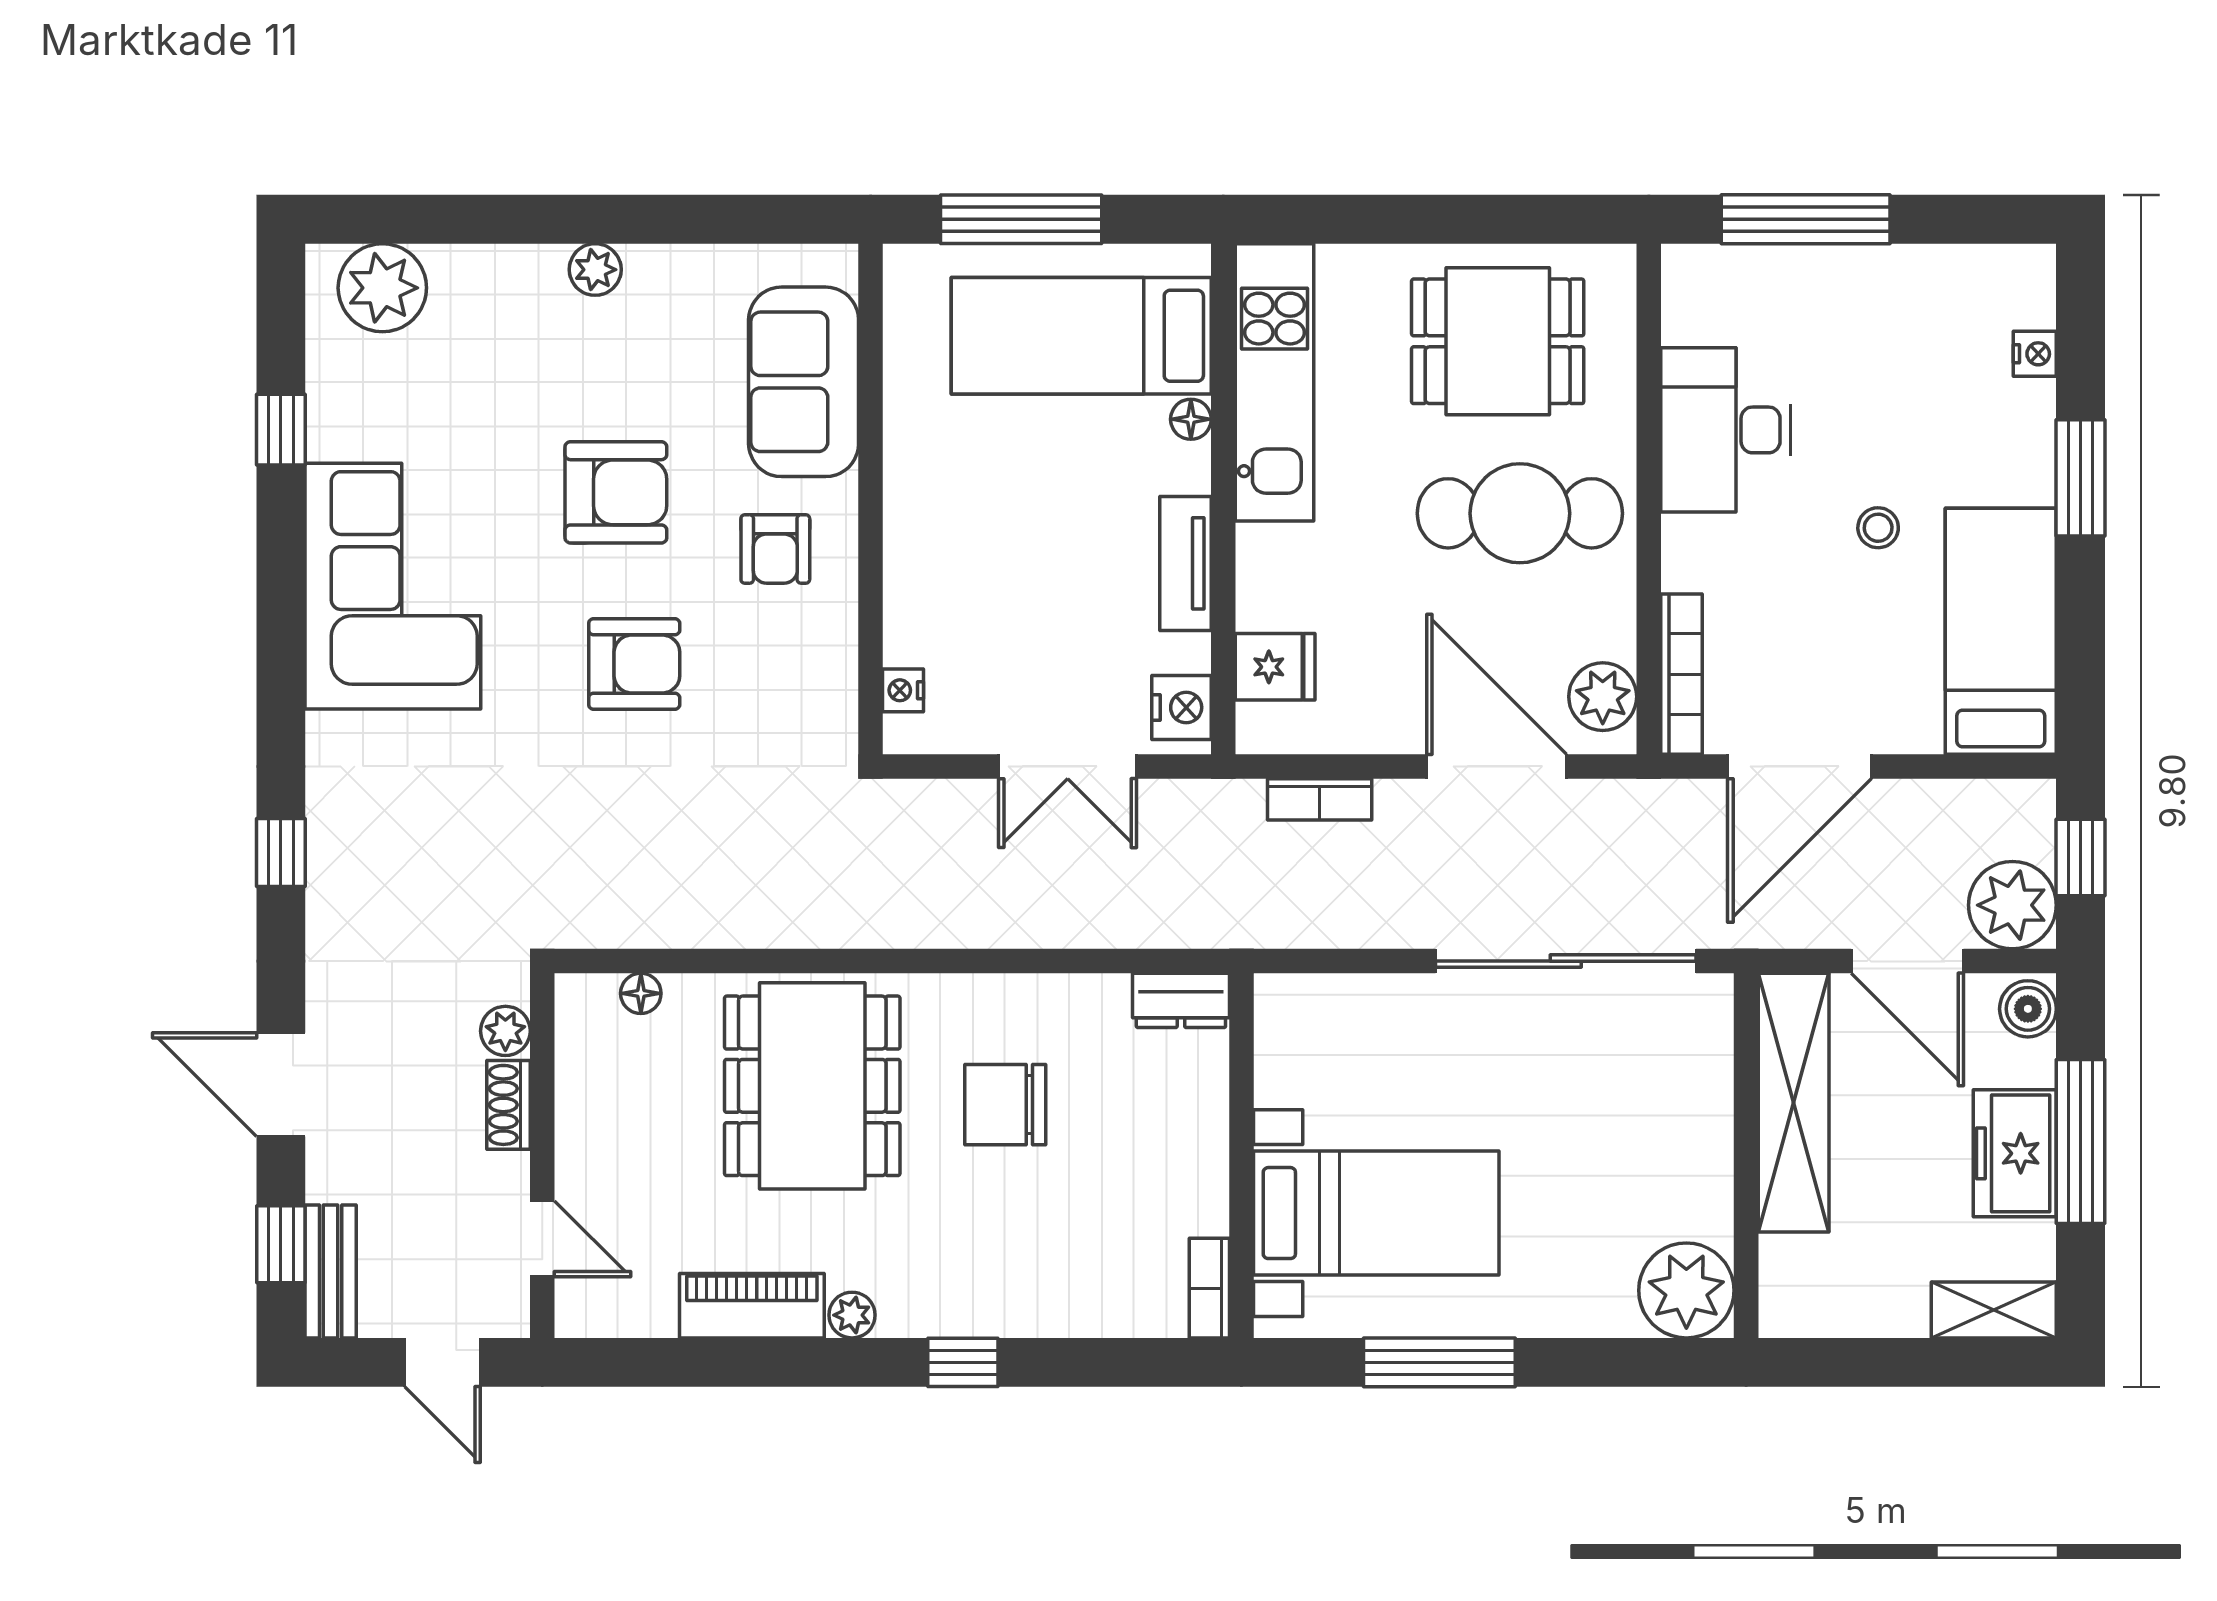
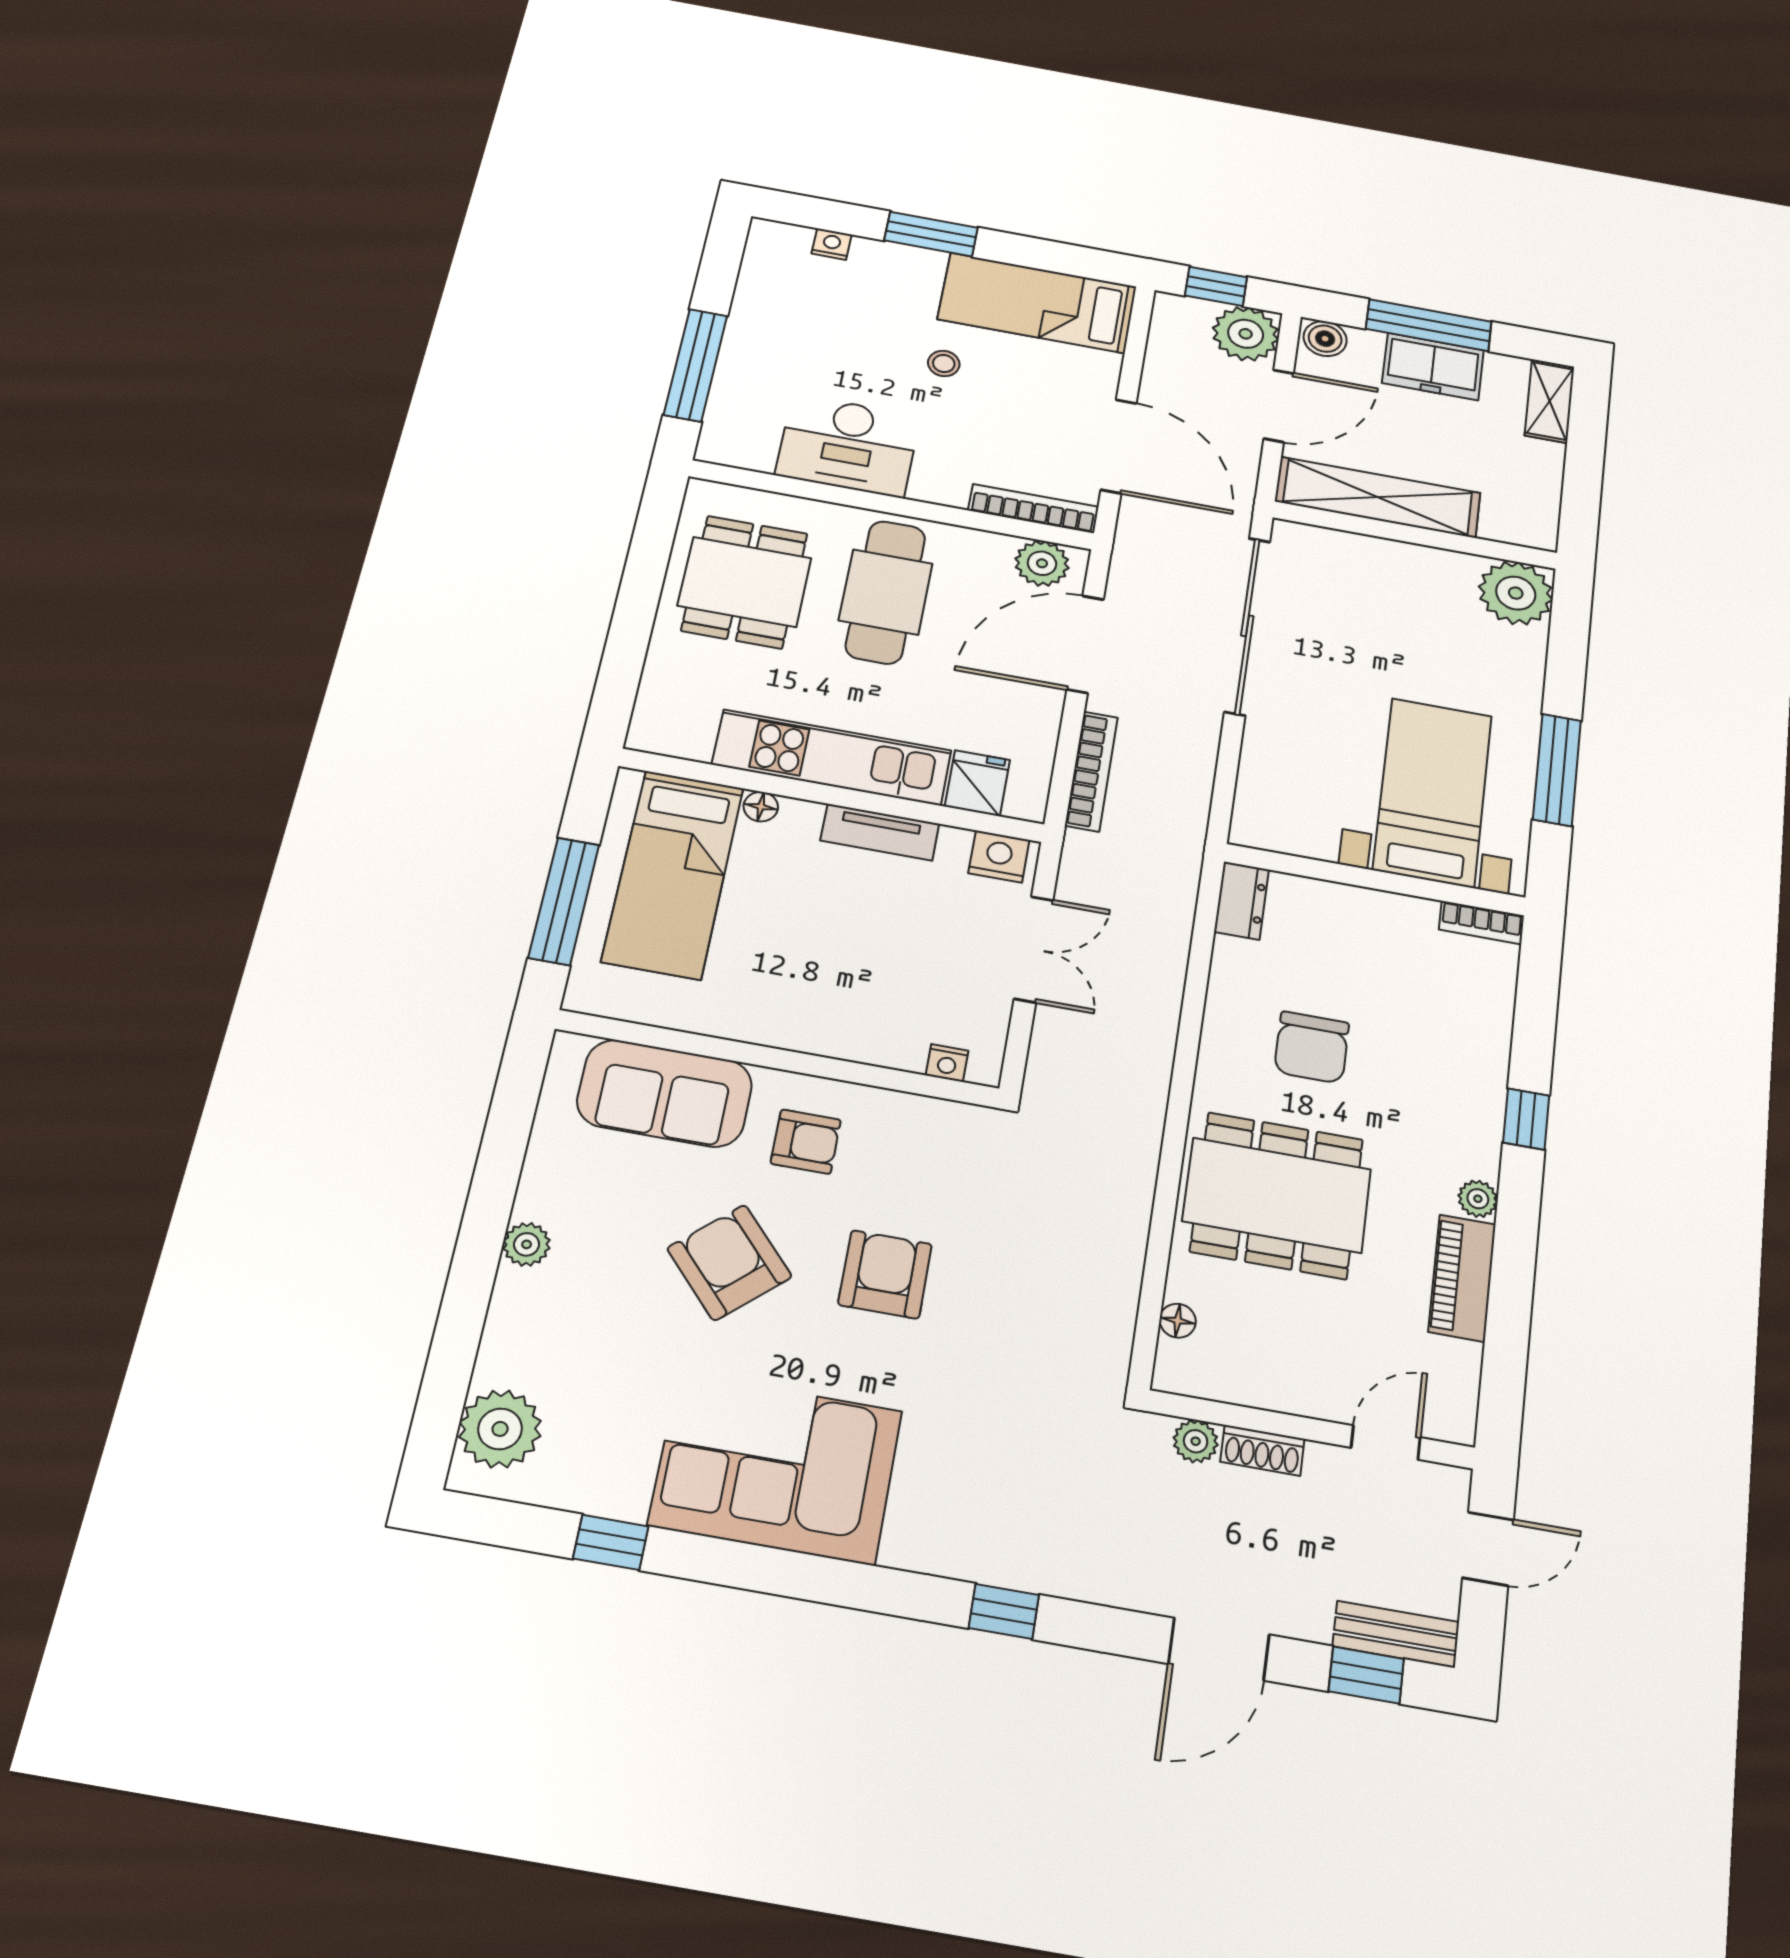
kitchen unit: (1274, 382) -> (832, 757), moved
armchair: (616, 492) -> (729, 1262), turned -42
bookcase: (1320, 799) -> (1091, 771), width x1.56

